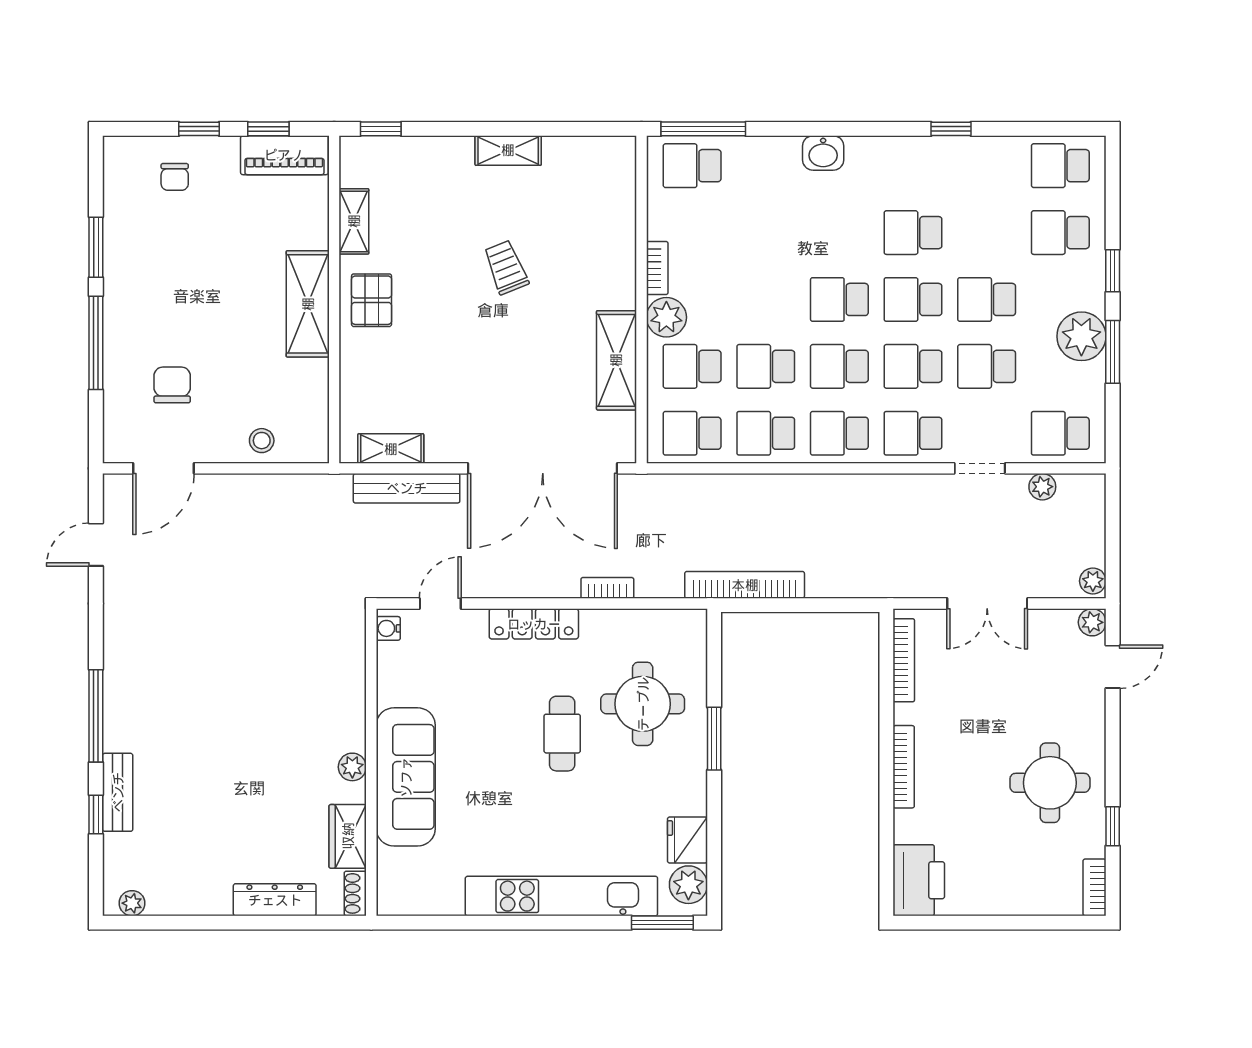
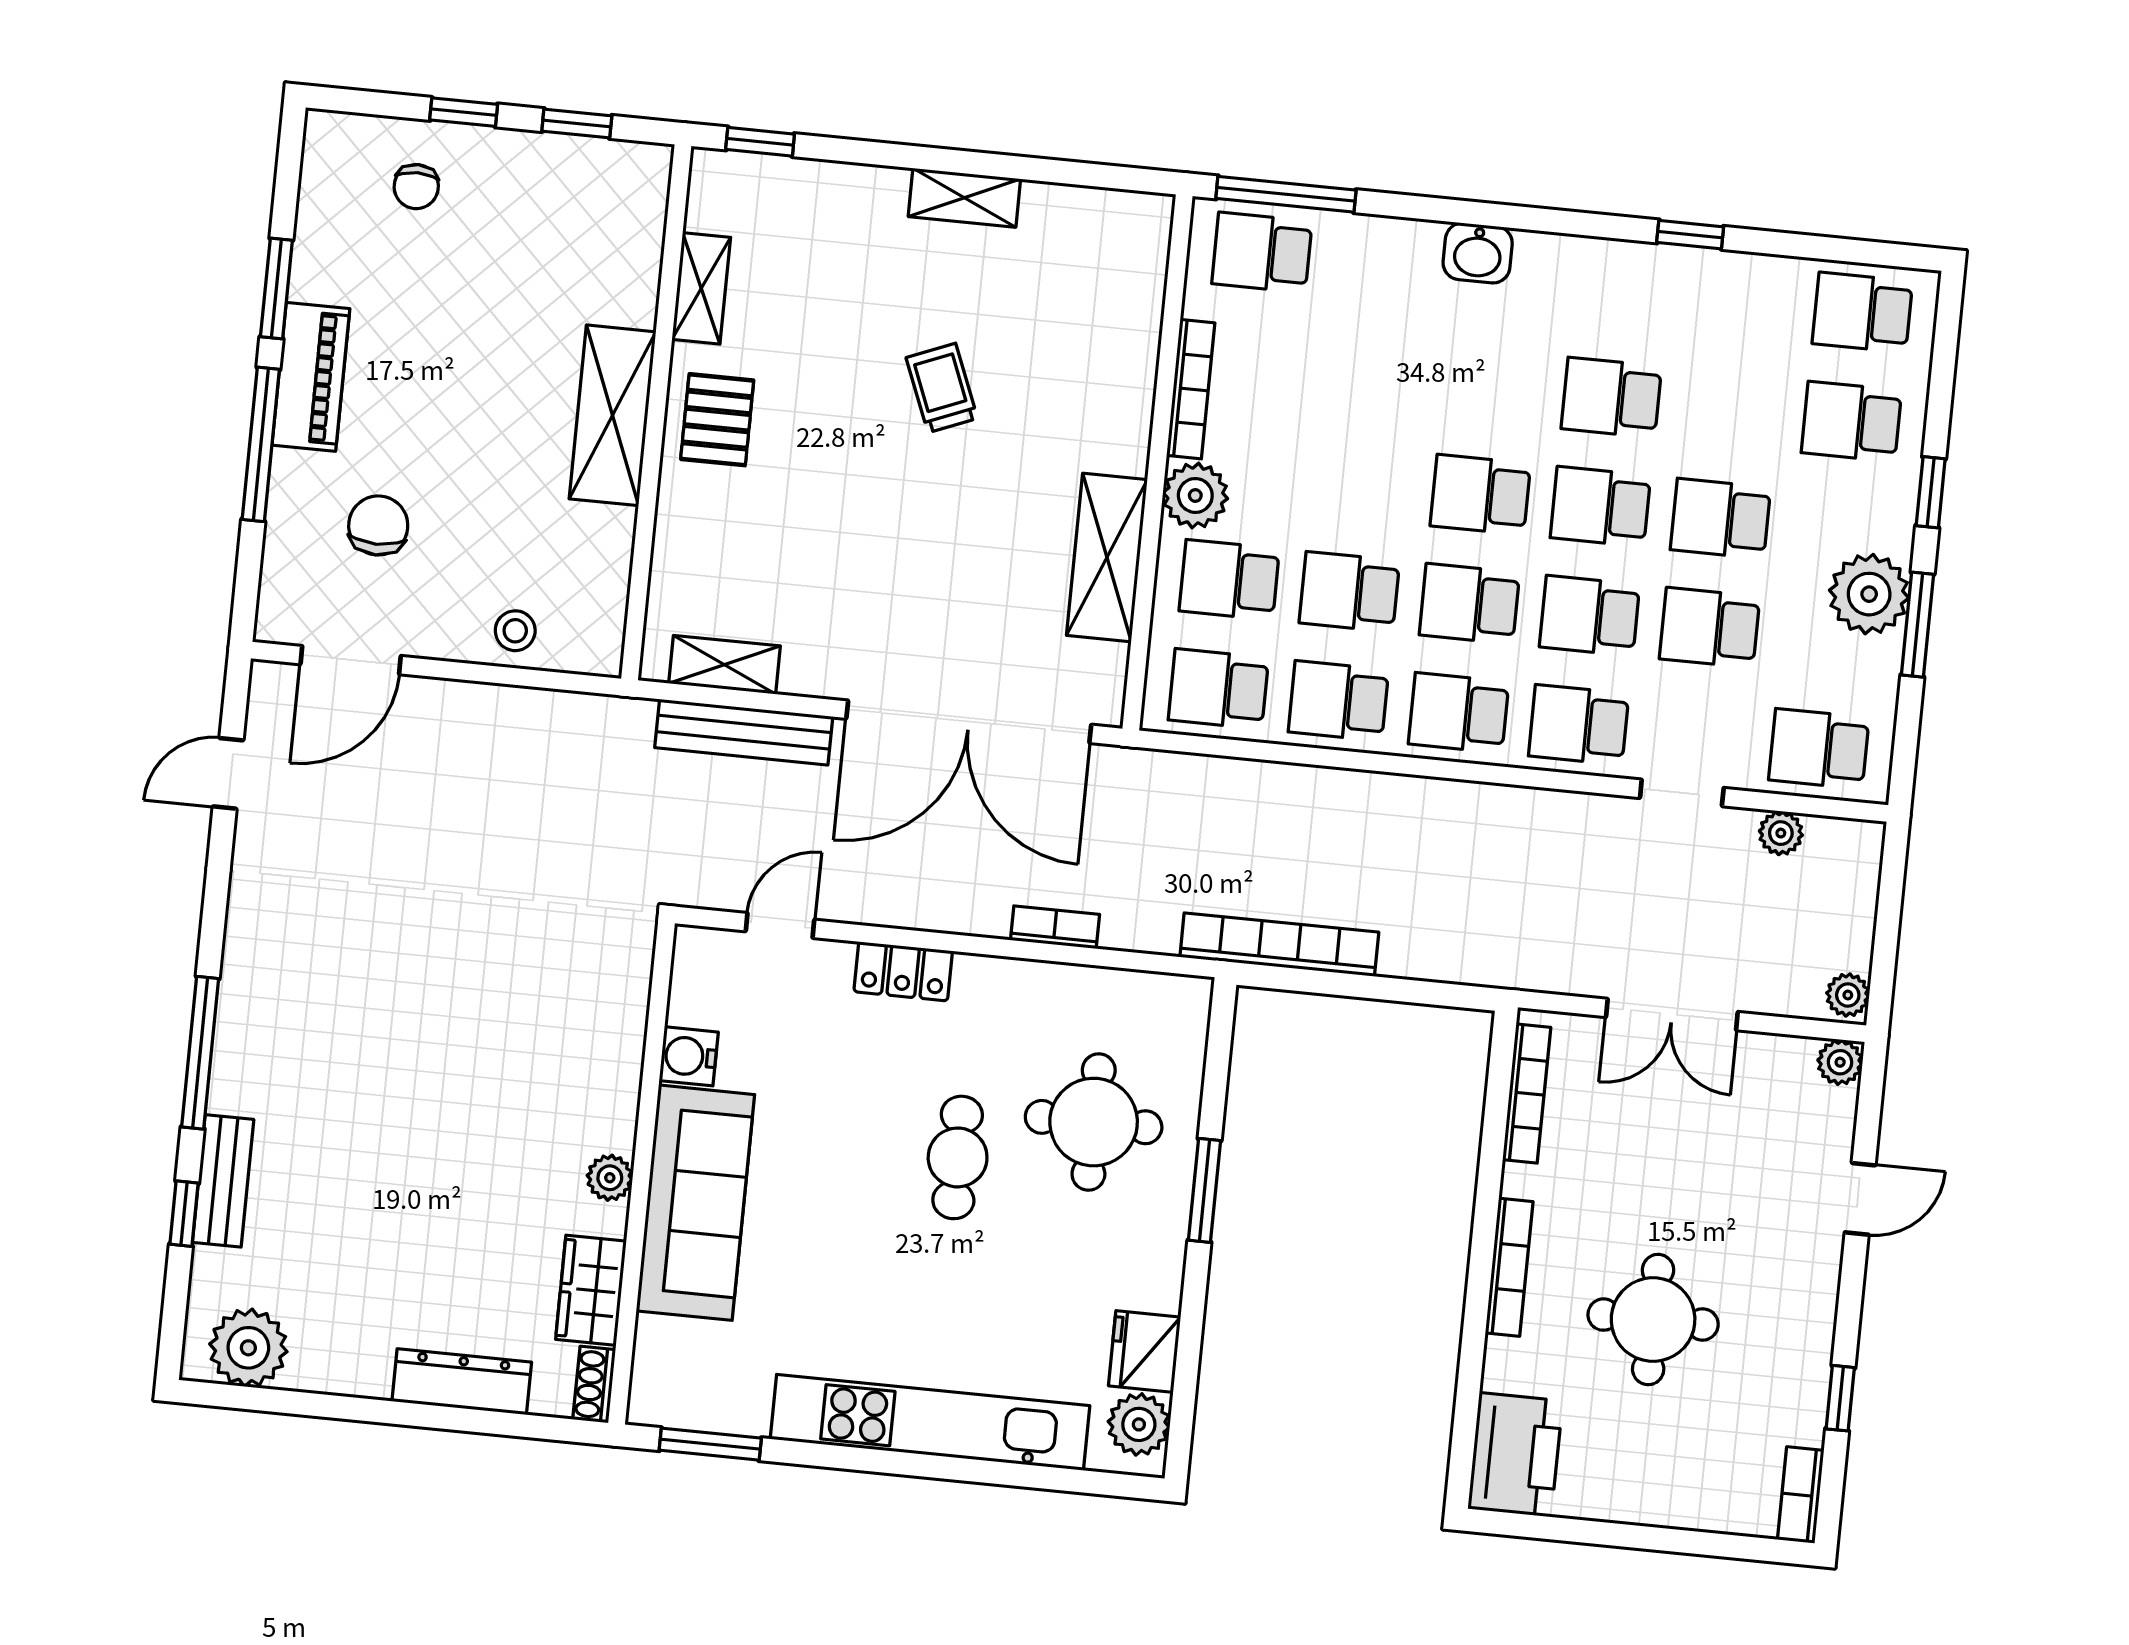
piano: (284, 155) -> (311, 377), moved, turned -90
bookcase: (657, 268) -> (1191, 389), width x1.56
locker: (534, 624) -> (903, 971), width x0.66
water cooler: (388, 628) -> (689, 1056), moved, width x1.38, depth x1.38
door: (1113, 667) -> (1860, 1199), moved
round table: (1050, 783) -> (1653, 1320), moved
plant: (132, 903) -> (248, 1348), width x1.88, depth x1.88
window: (662, 923) -> (710, 1444), moved

